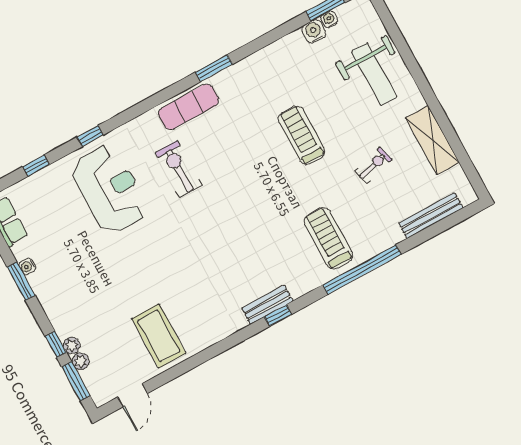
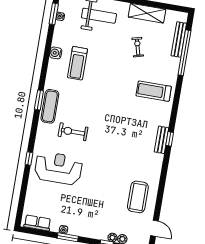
water cooler: (314, 31) -> (56, 53), moved
window: (214, 68) -> (39, 100), moved
treadmill: (302, 135) -> (77, 63), moved, turned -90
window: (36, 166) -> (23, 192), removed
window: (362, 270) -> (184, 53), moved
coffee table: (159, 336) -> (138, 197), turned 90

